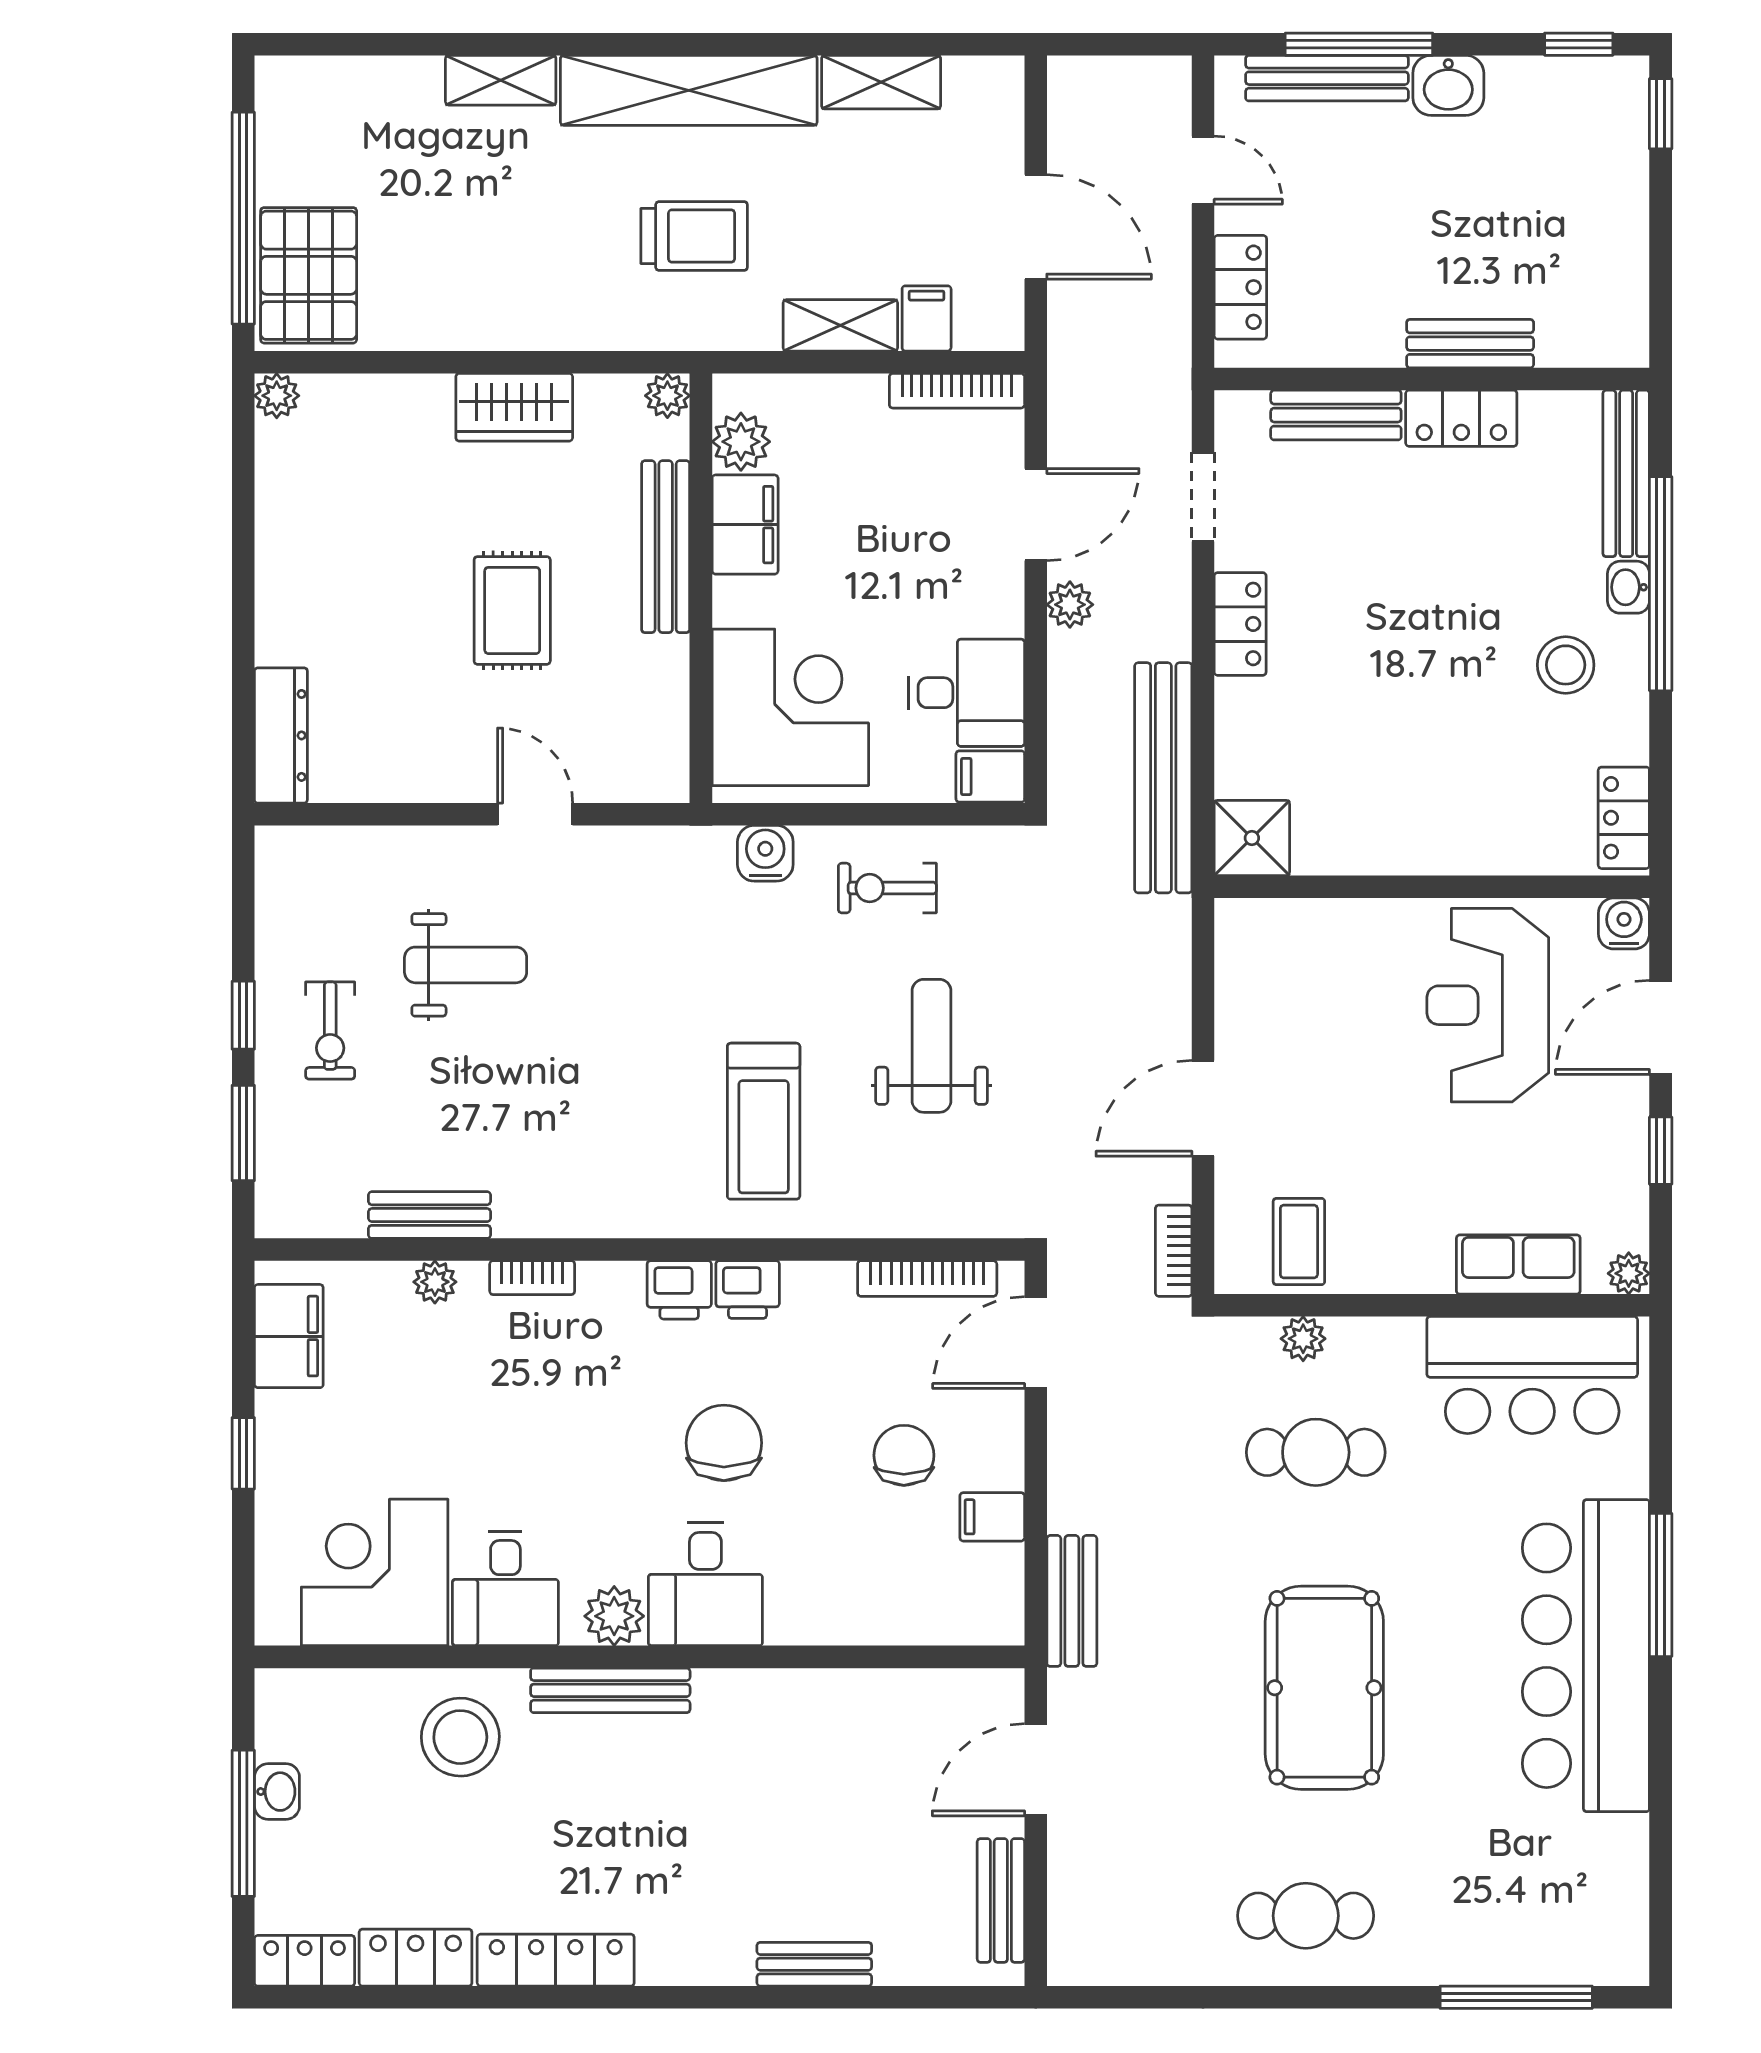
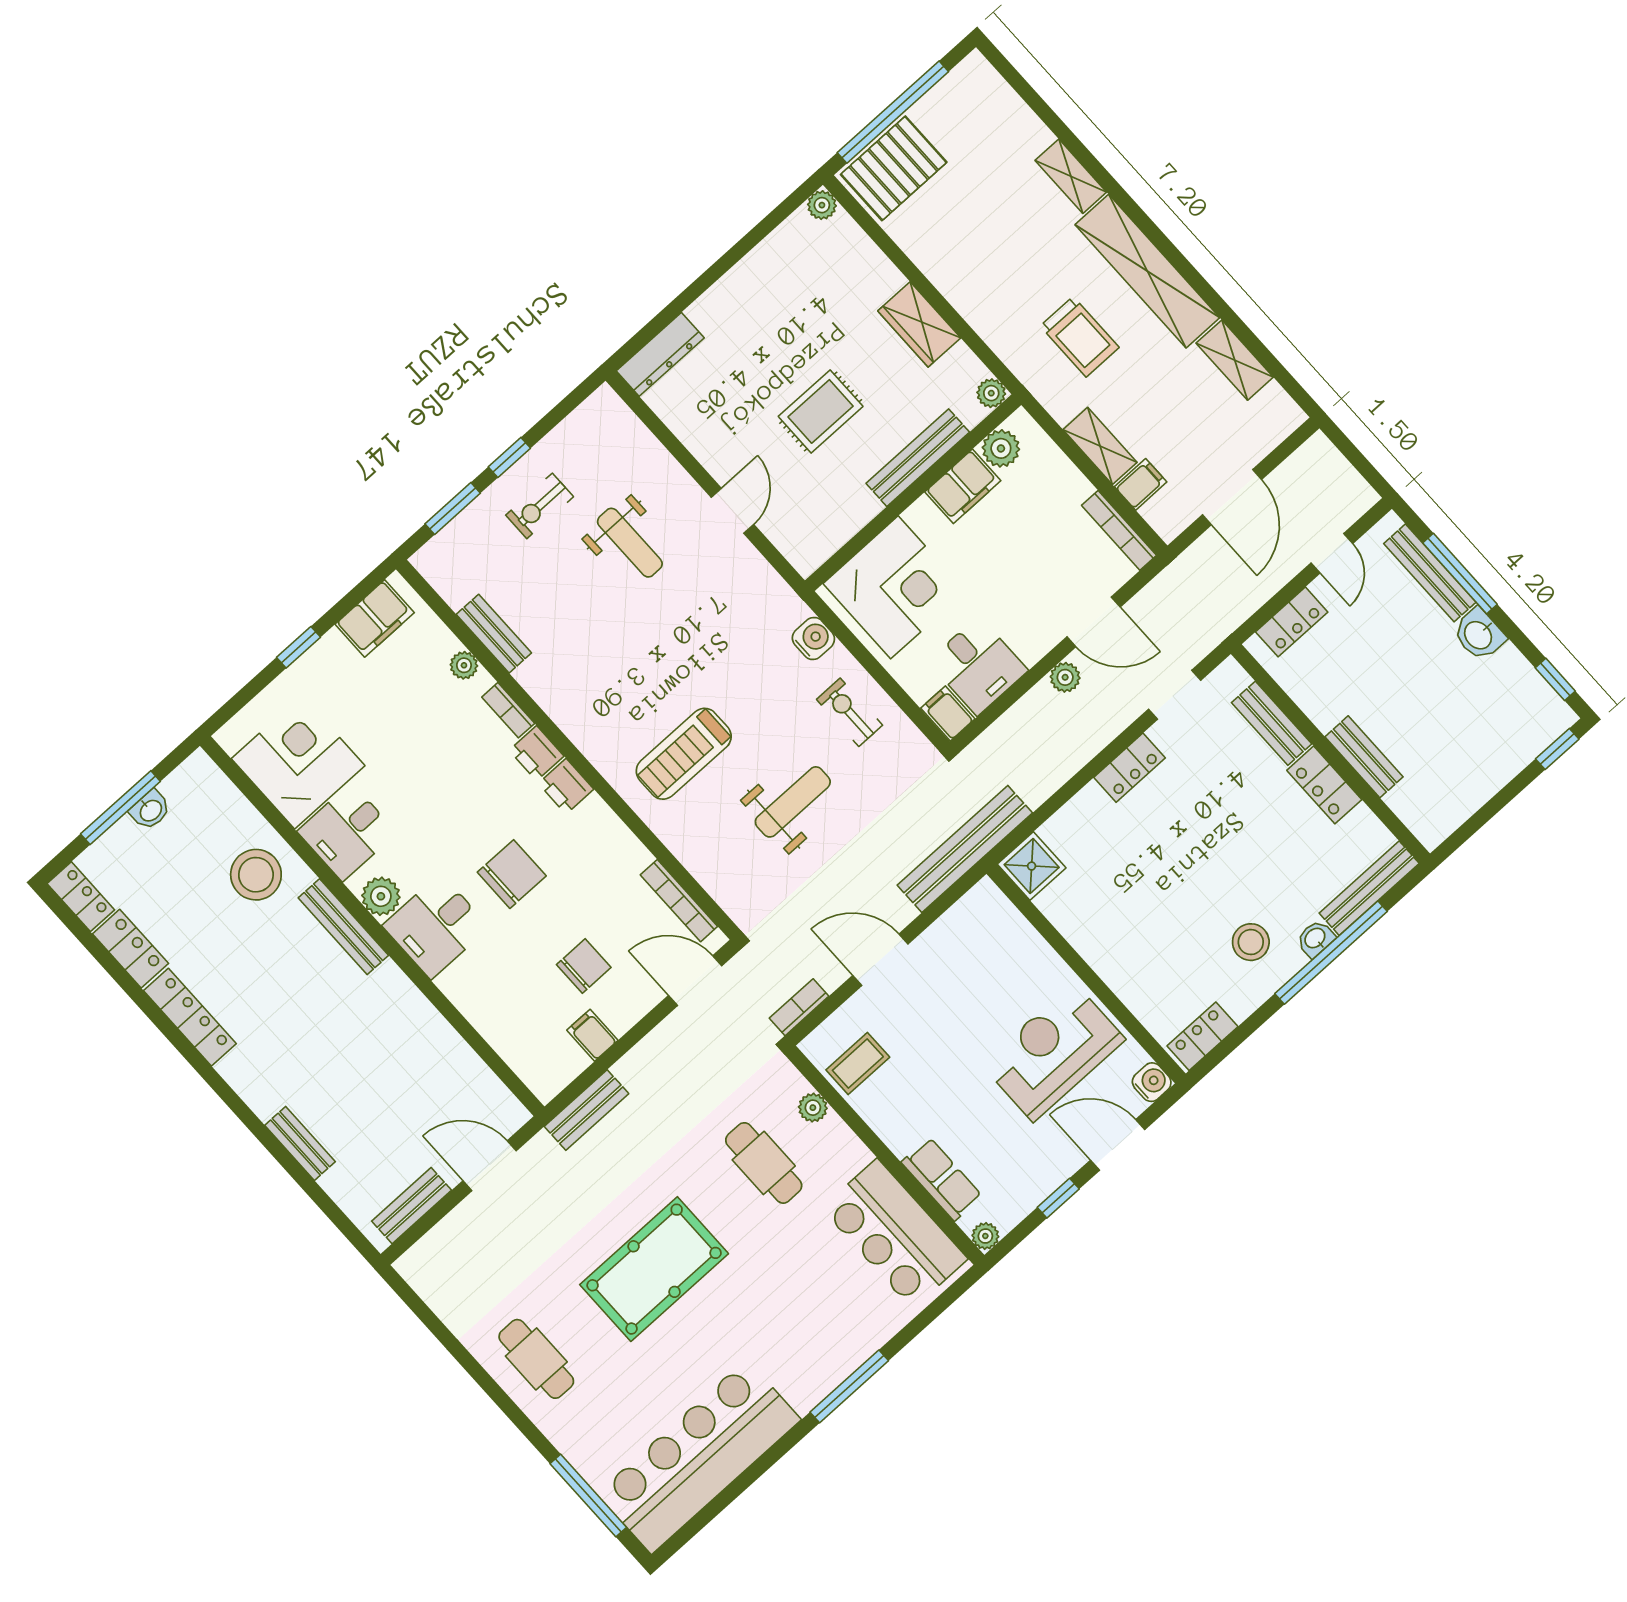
bench: (1163, 778) -> (965, 849), moved
printer: (748, 1290) -> (537, 753), moved
bar counter: (1586, 1656) -> (699, 1457), moved

